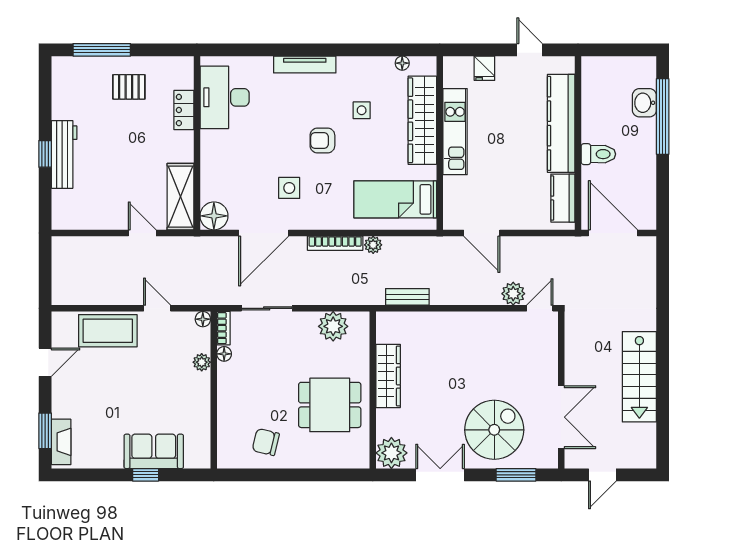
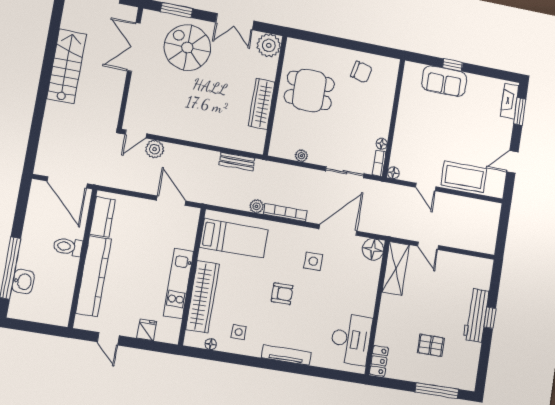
pallet: (129, 87) -> (431, 345), moved
locker: (184, 110) -> (379, 361), moved
side table: (362, 110) -> (239, 332), moved
plant: (333, 326) -> (301, 156), width x0.53, depth x0.53
plant: (202, 362) -> (399, 141), removed
spiral stairs: (494, 430) -> (187, 48), turned 90

